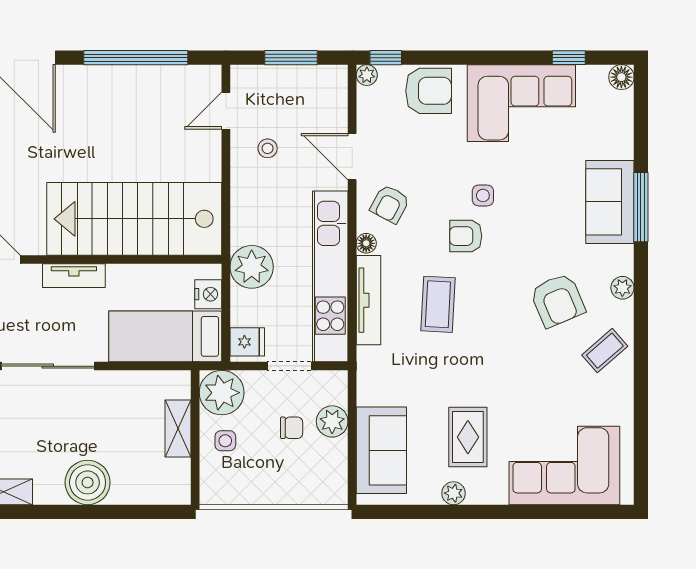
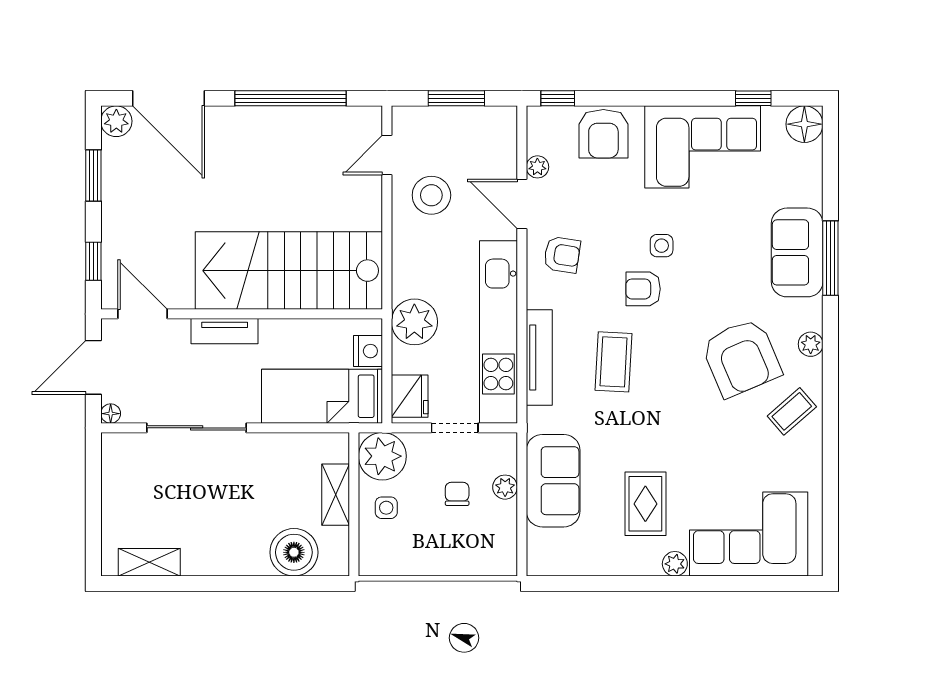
plant: (367, 75) -> (537, 167), moved
floor lamp: (621, 77) -> (804, 124), width x1.38, depth x1.38
armchair: (429, 91) -> (603, 134), turned 90
stool: (268, 148) -> (431, 195), width x1.89, depth x1.89
armchair: (390, 204) -> (562, 255), turned -109
floor lamp: (366, 243) -> (537, 297), removed
armchair: (558, 300) -> (741, 358), width x1.36, depth x1.36
fridge: (247, 342) -> (410, 396), width x1.38
plant: (332, 421) -> (505, 487), width x0.73, depth x0.73
chair: (292, 428) -> (457, 494), turned -90
sofa: (381, 450) -> (553, 481), moved
boiler: (88, 482) -> (294, 552), moved
plant: (453, 493) -> (675, 564), moved

